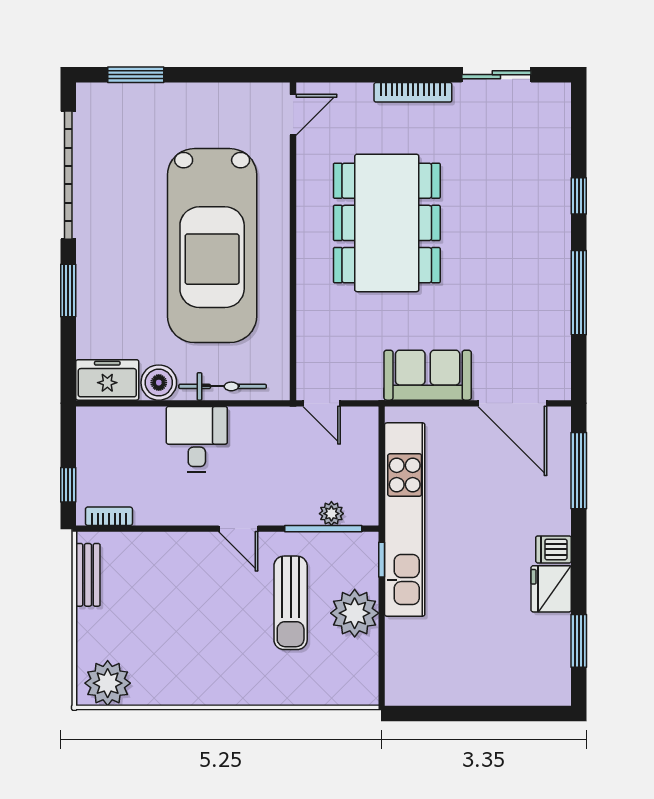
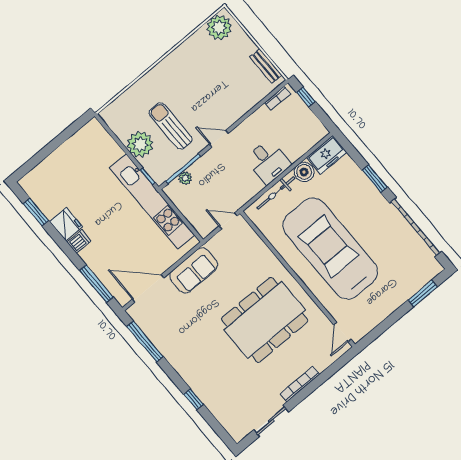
dining table: (387, 223) -> (265, 320), turned 90
window: (579, 293) -> (145, 341), moved

